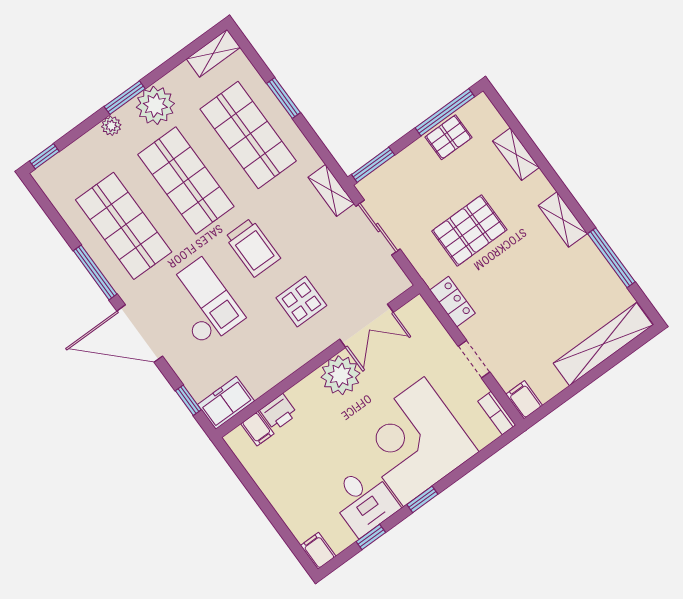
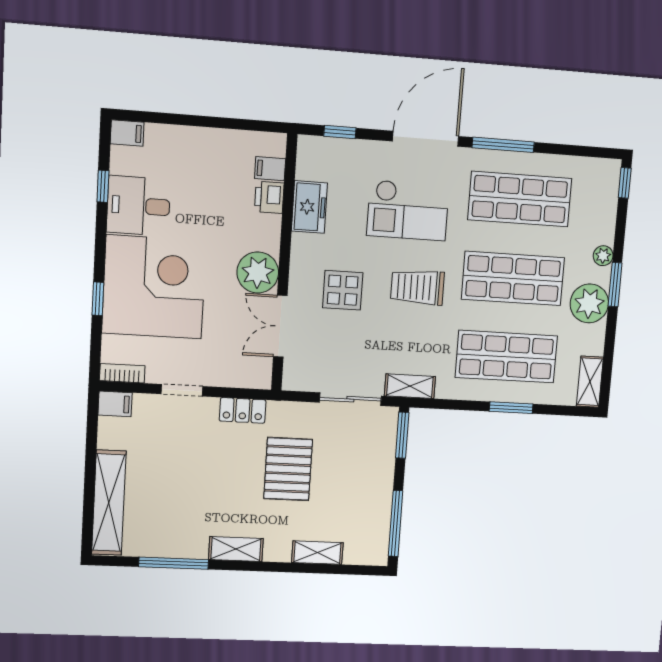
pallet: (449, 137) -> (374, 511), removed
freezer: (226, 403) -> (309, 207), moved
window: (422, 499) -> (98, 299), moved

